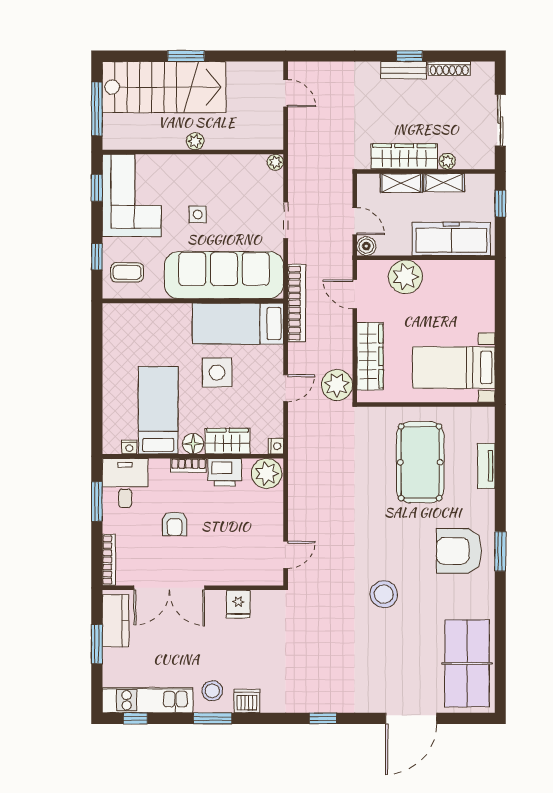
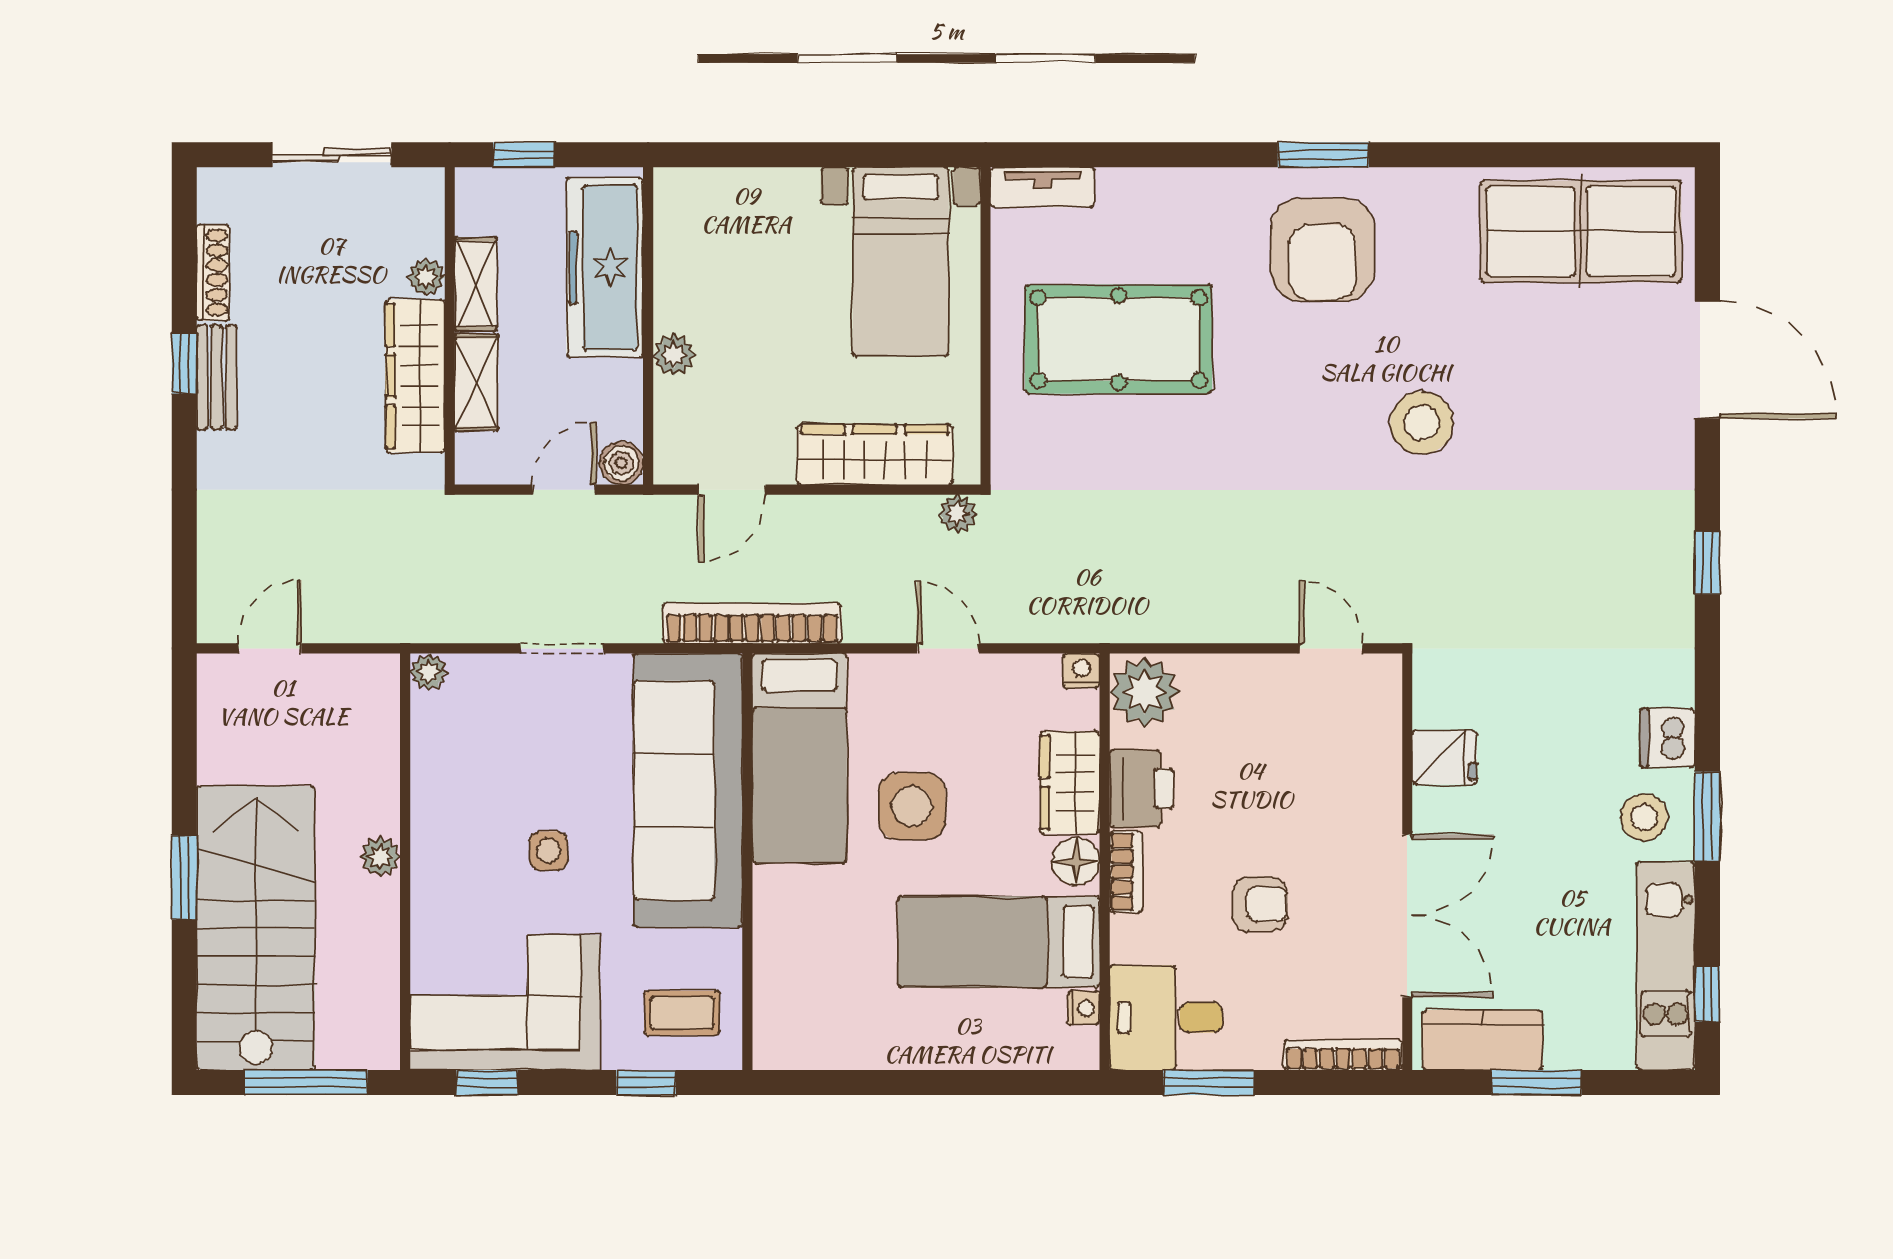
coffee table: (127, 272) -> (682, 1013), turned 90
plant: (405, 277) -> (674, 355), width x0.53, depth x0.53
plant: (337, 385) -> (957, 514), width x0.53, depth x0.53
tv unit: (486, 466) -> (1043, 187), moved

